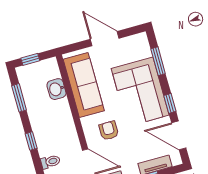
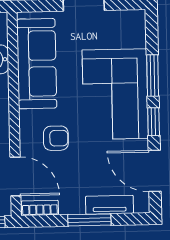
window: (158, 61) -> (153, 75), moved
armchair: (109, 131) -> (56, 138), turned 90

